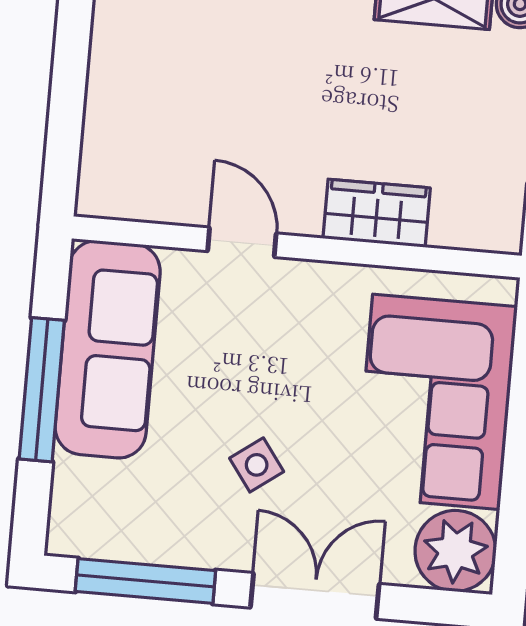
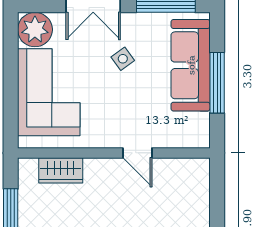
wardrobe: (377, 213) -> (61, 170), moved
sofa: (108, 349) -> (191, 65), moved

